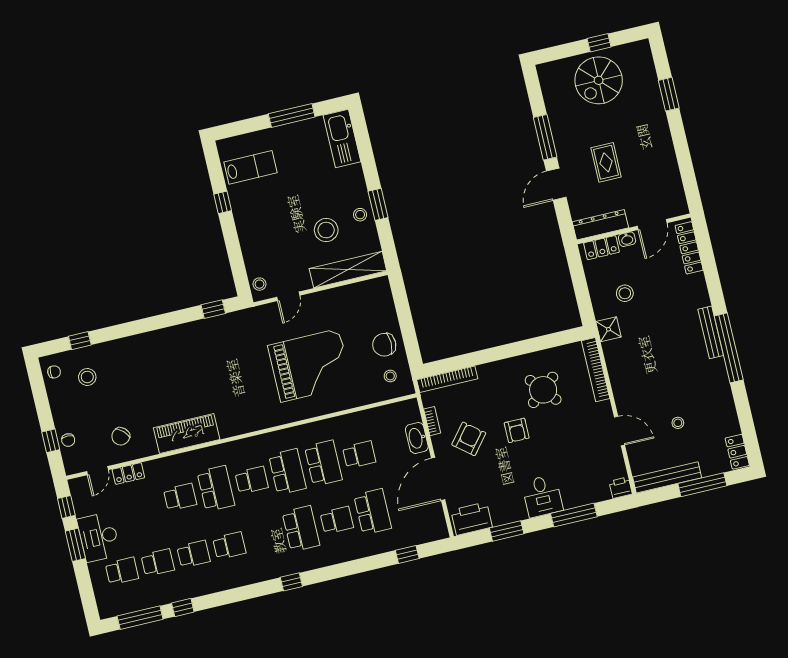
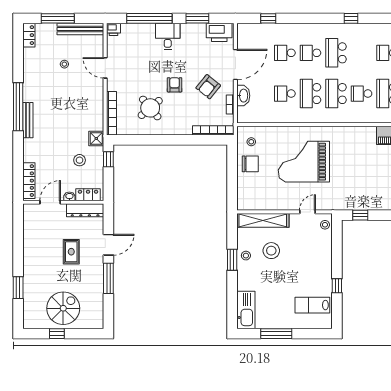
window: (585, 304) -> (108, 159), added
school desk: (373, 512) -> (285, 53), width x0.54
window: (574, 515) -> (149, 18), width x1.46

